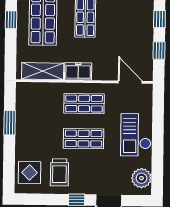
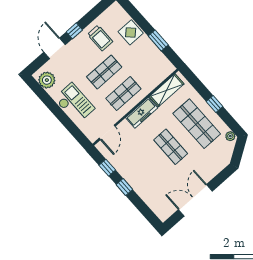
freezer: (78, 71) -> (142, 113), width x1.40
door: (130, 82) -> (107, 132), hinge flipped
display table: (30, 172) -> (131, 32), moved
trolley: (59, 172) -> (100, 38), turned 180

